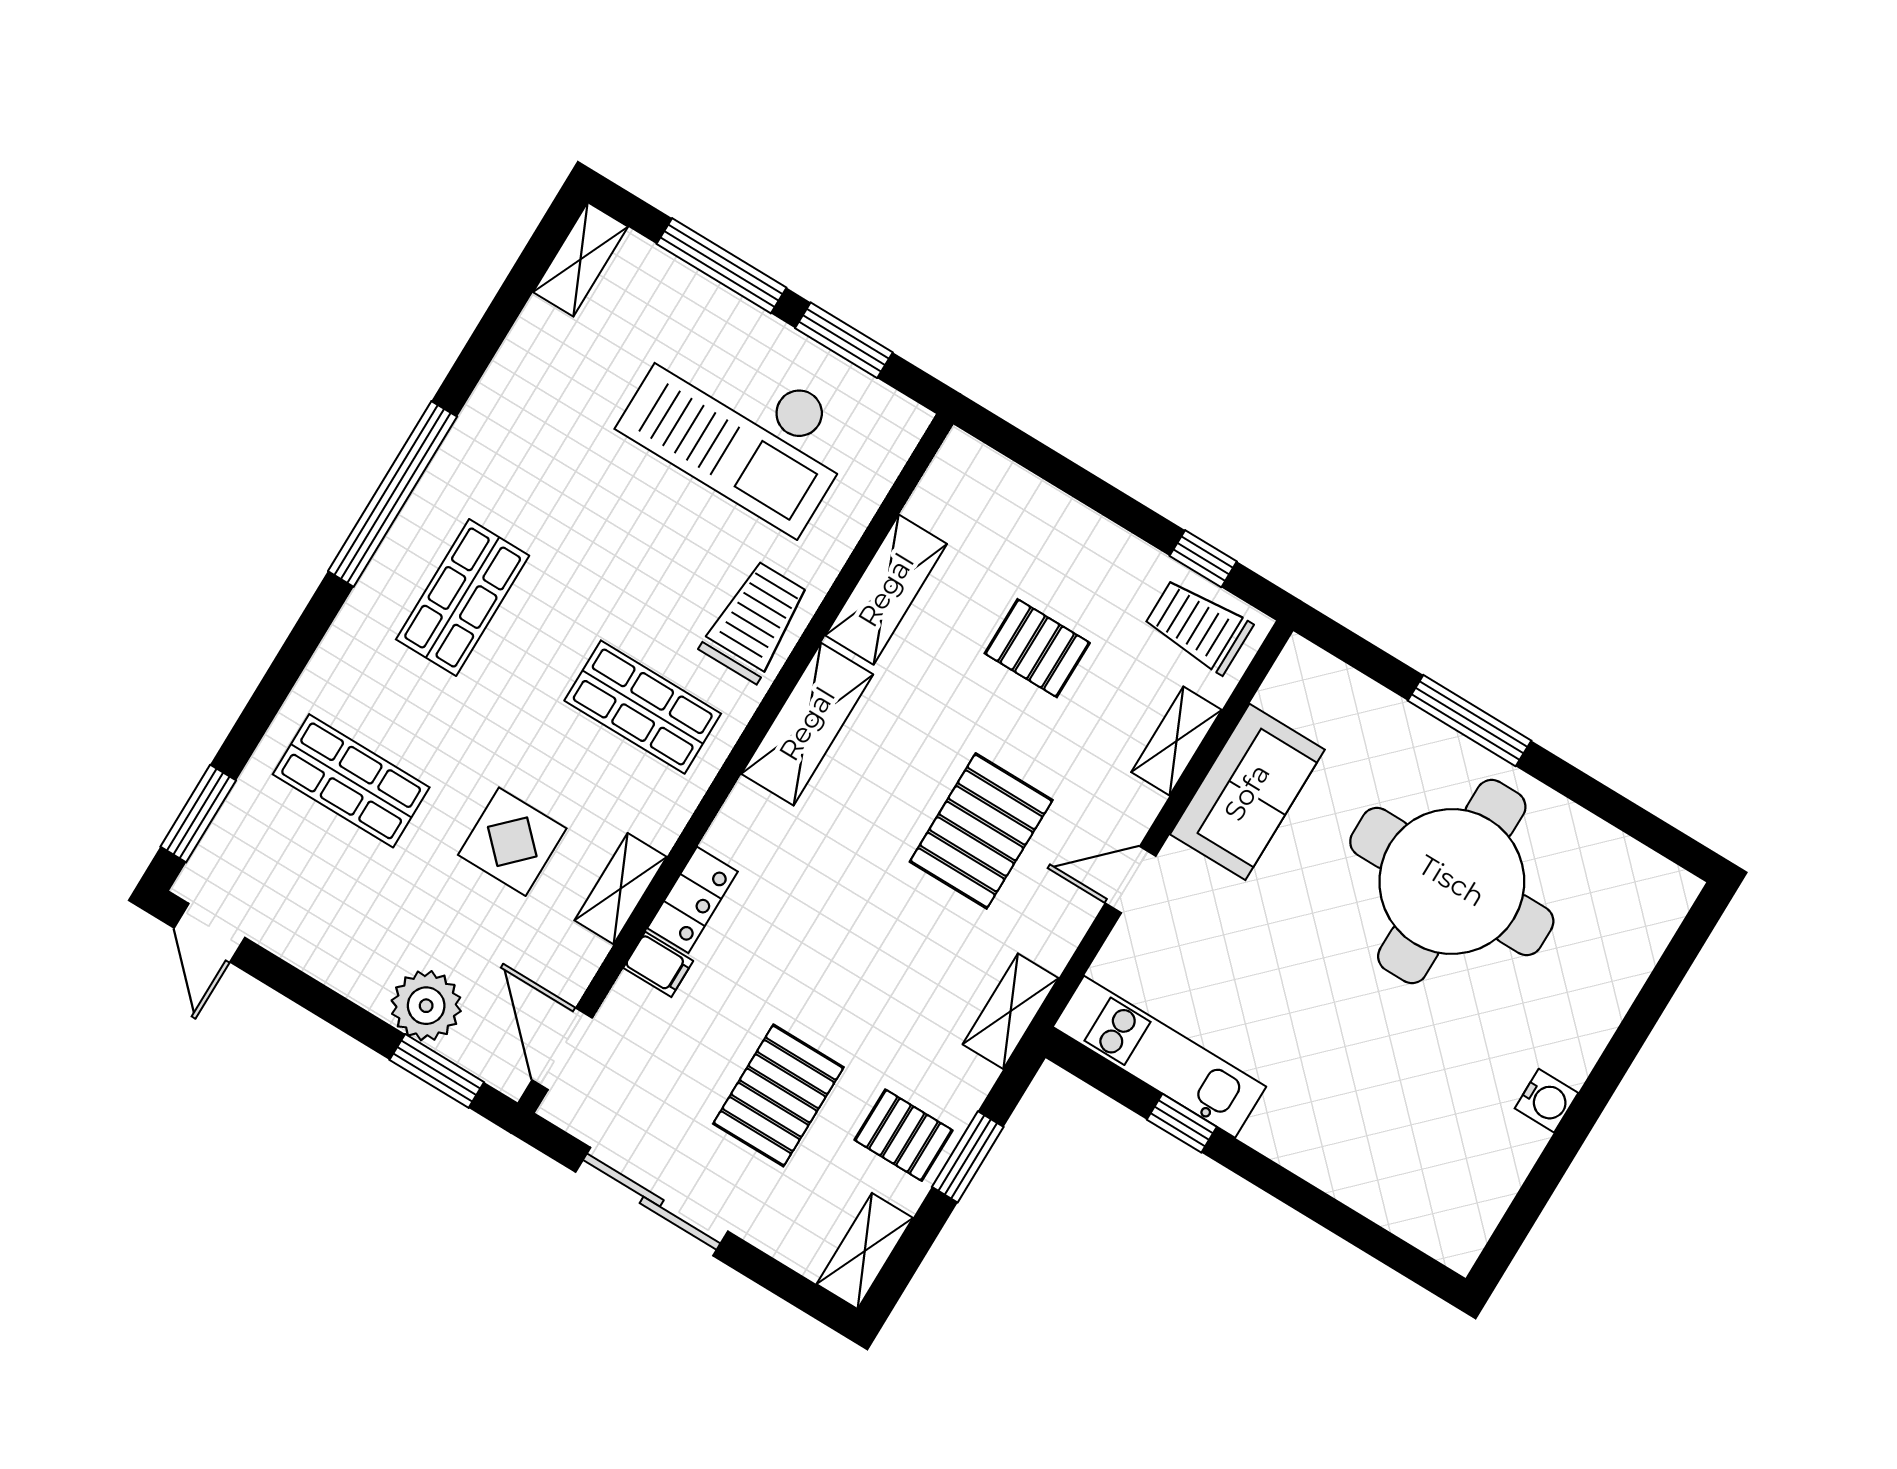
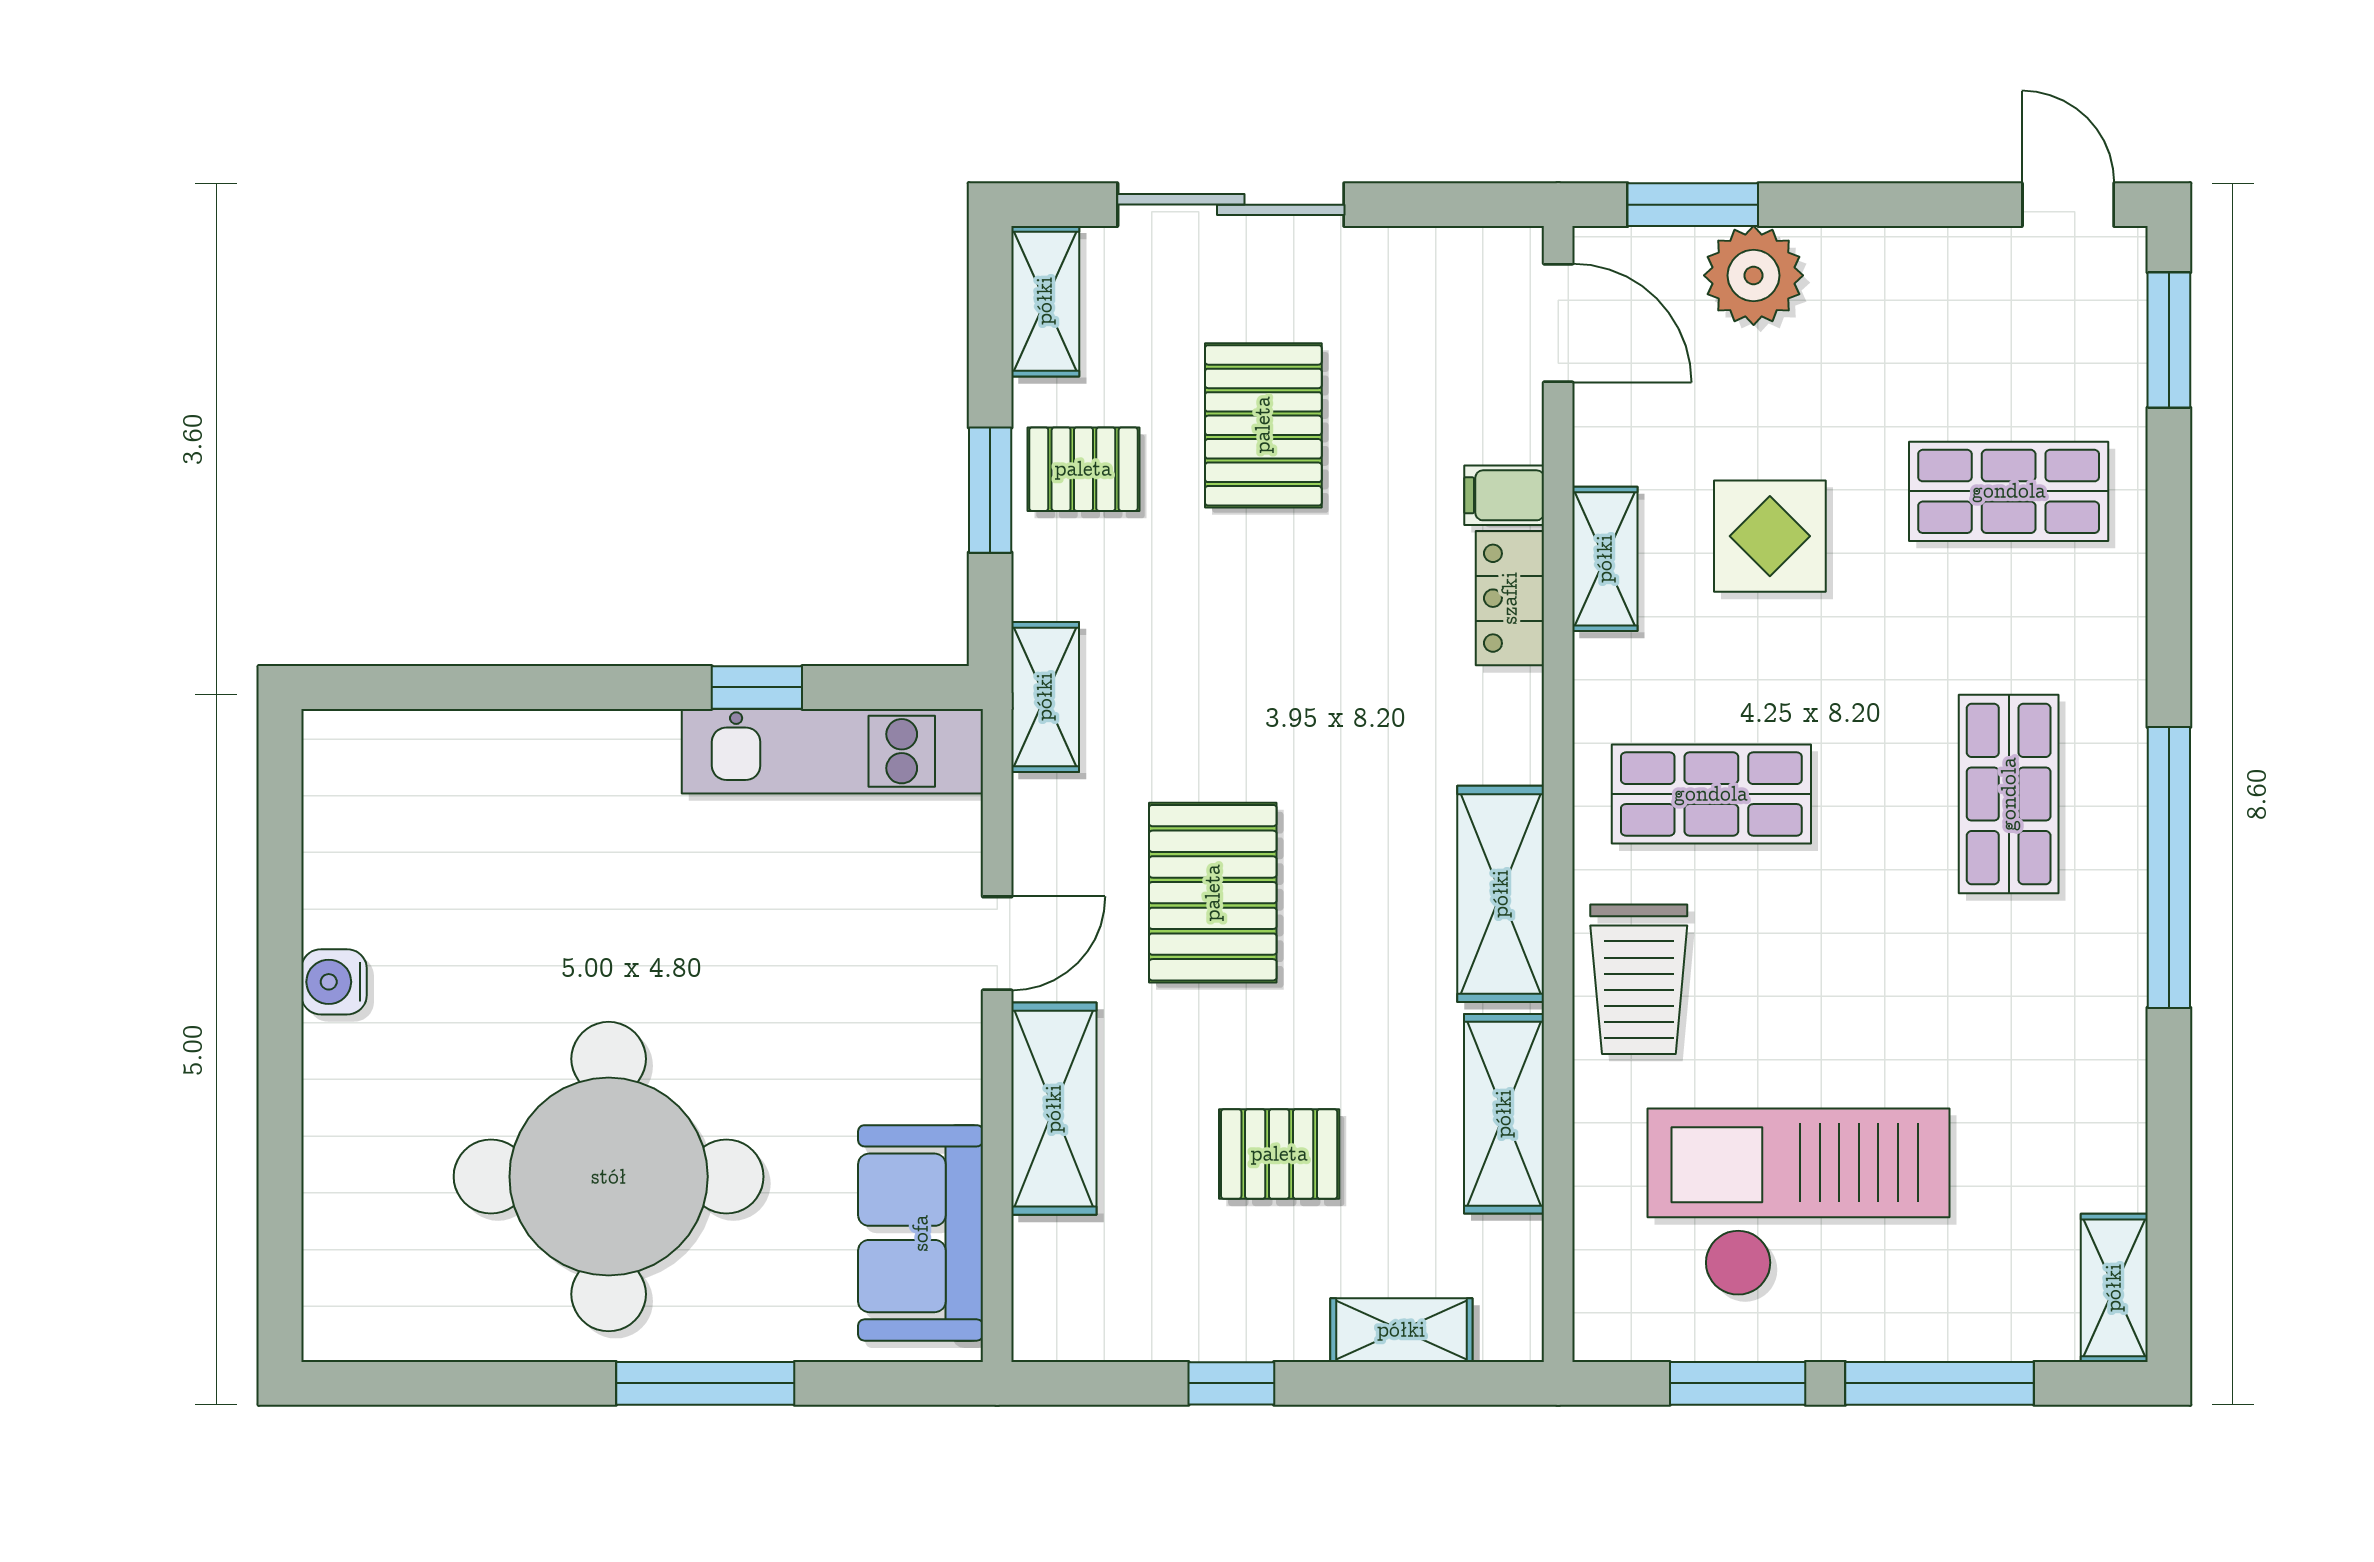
shelving: (1028, 496) -> (1401, 1330), added
window: (1203, 559) -> (1231, 1383), moved
trolley: (1198, 626) -> (1101, 1299), removed
shelving: (1176, 741) -> (1054, 1109), width x1.50, depth x1.33
sofa: (1247, 792) -> (921, 1233), moved
sliding door: (652, 1202) -> (1231, 205), moved

